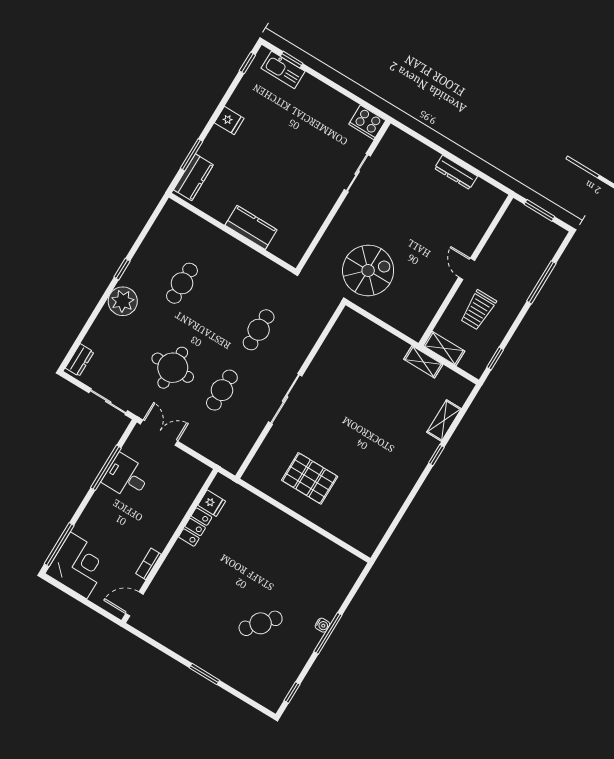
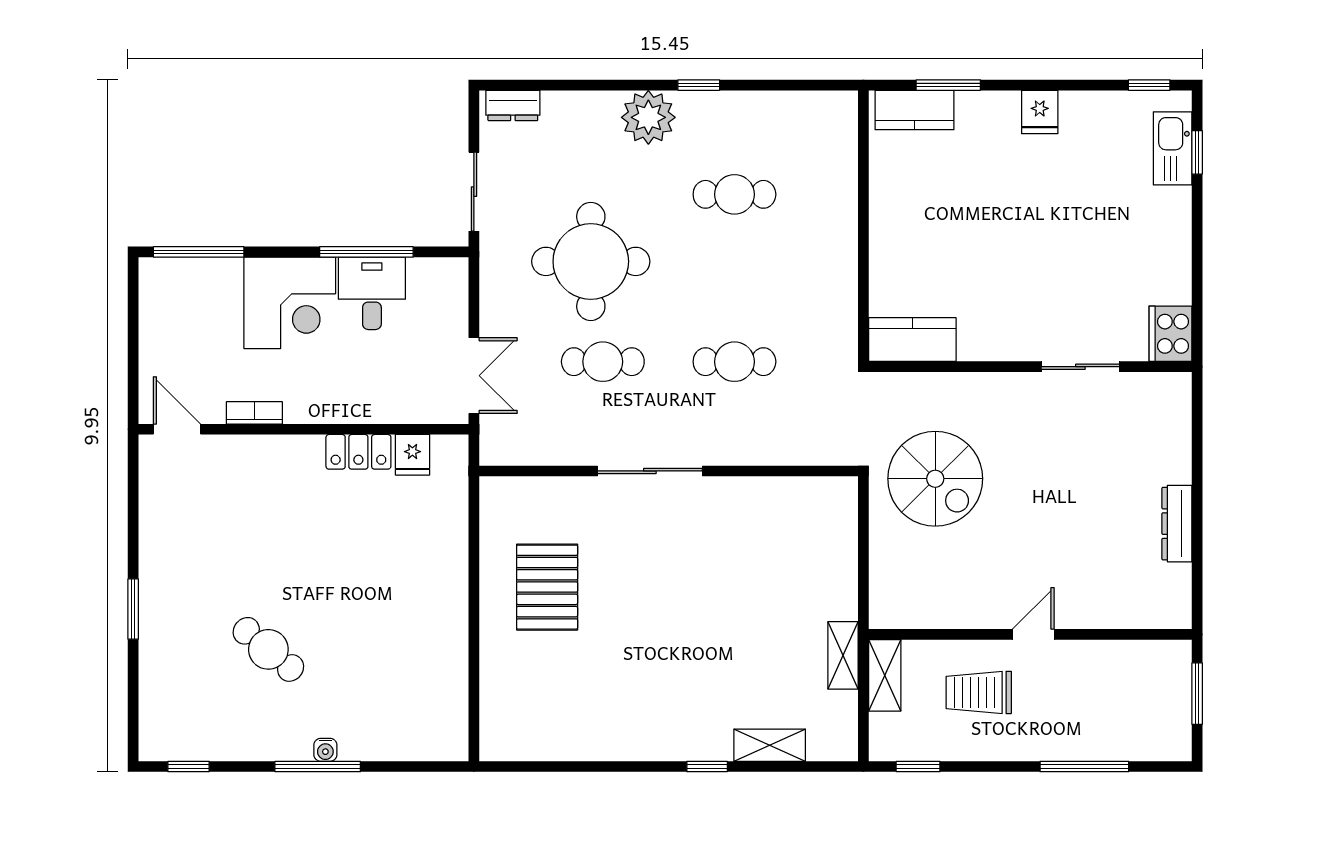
kitchen counter: (251, 227) -> (912, 340), moved, turned -90
round table: (173, 368) -> (591, 261), width x1.36, depth x1.36
double door: (159, 433) -> (474, 376), moved
corner desk: (79, 565) -> (290, 303), moved

